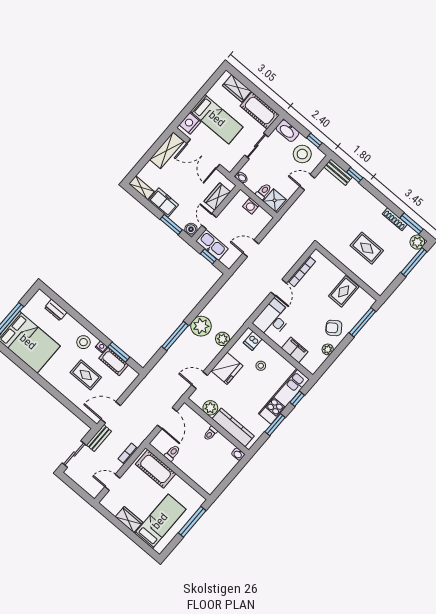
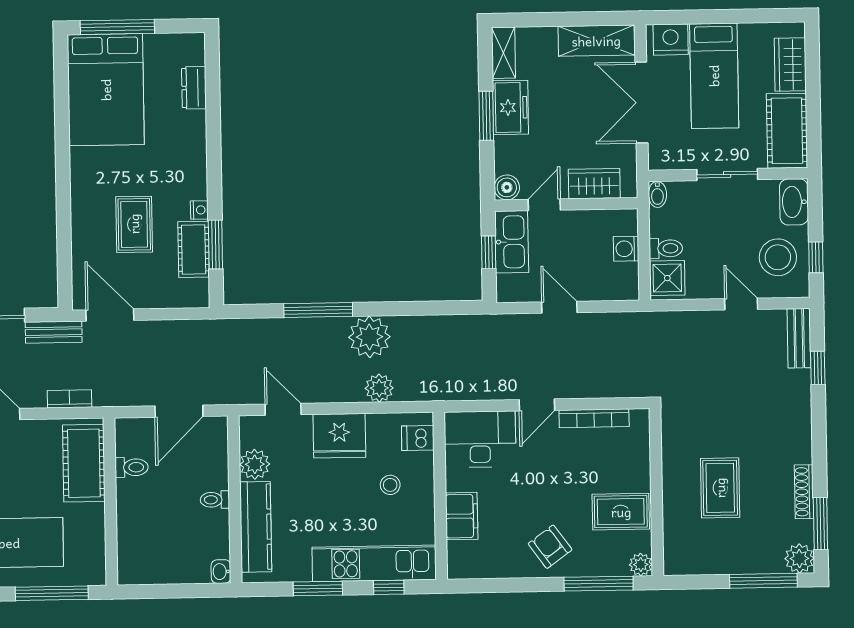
window: (171, 225) -> (486, 116), moved
stool: (83, 342) -> (182, 175), removed
plant: (328, 349) -> (641, 565), moved

